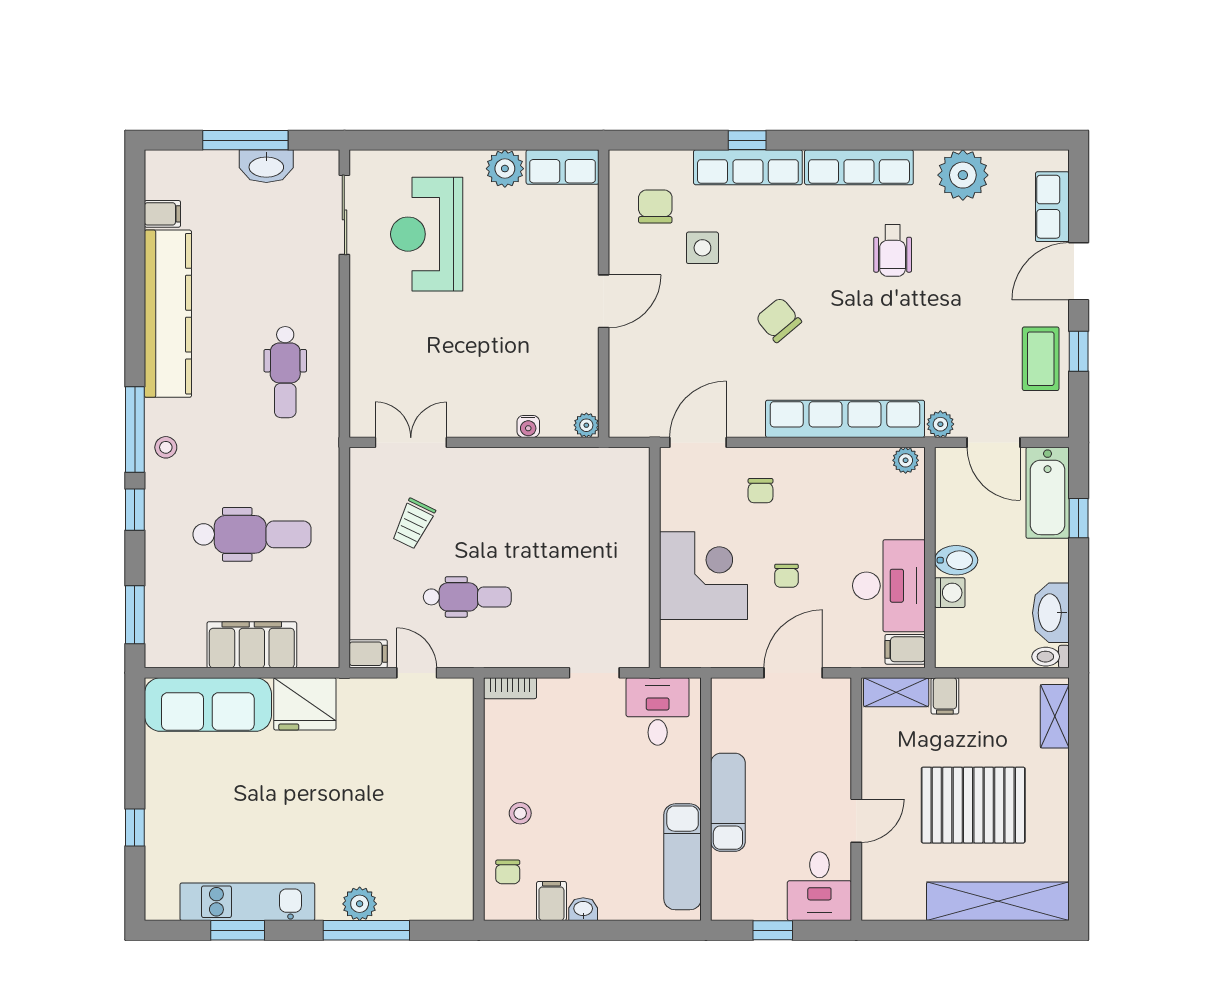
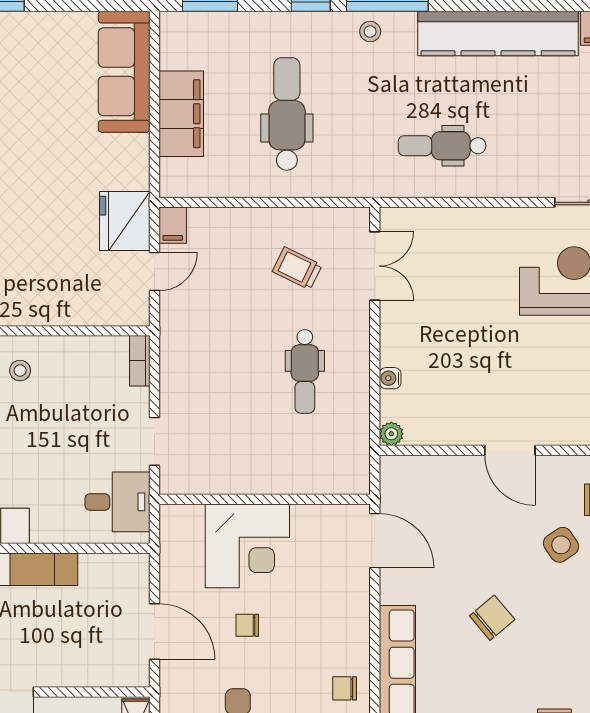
side table: (702, 248) -> (561, 545), turned -34
chair: (761, 491) -> (345, 688), moved
dental chair: (252, 534) -> (287, 114), turned 180
dental chair: (467, 597) -> (305, 371), moved
fridge: (305, 704) -> (125, 221), moved

